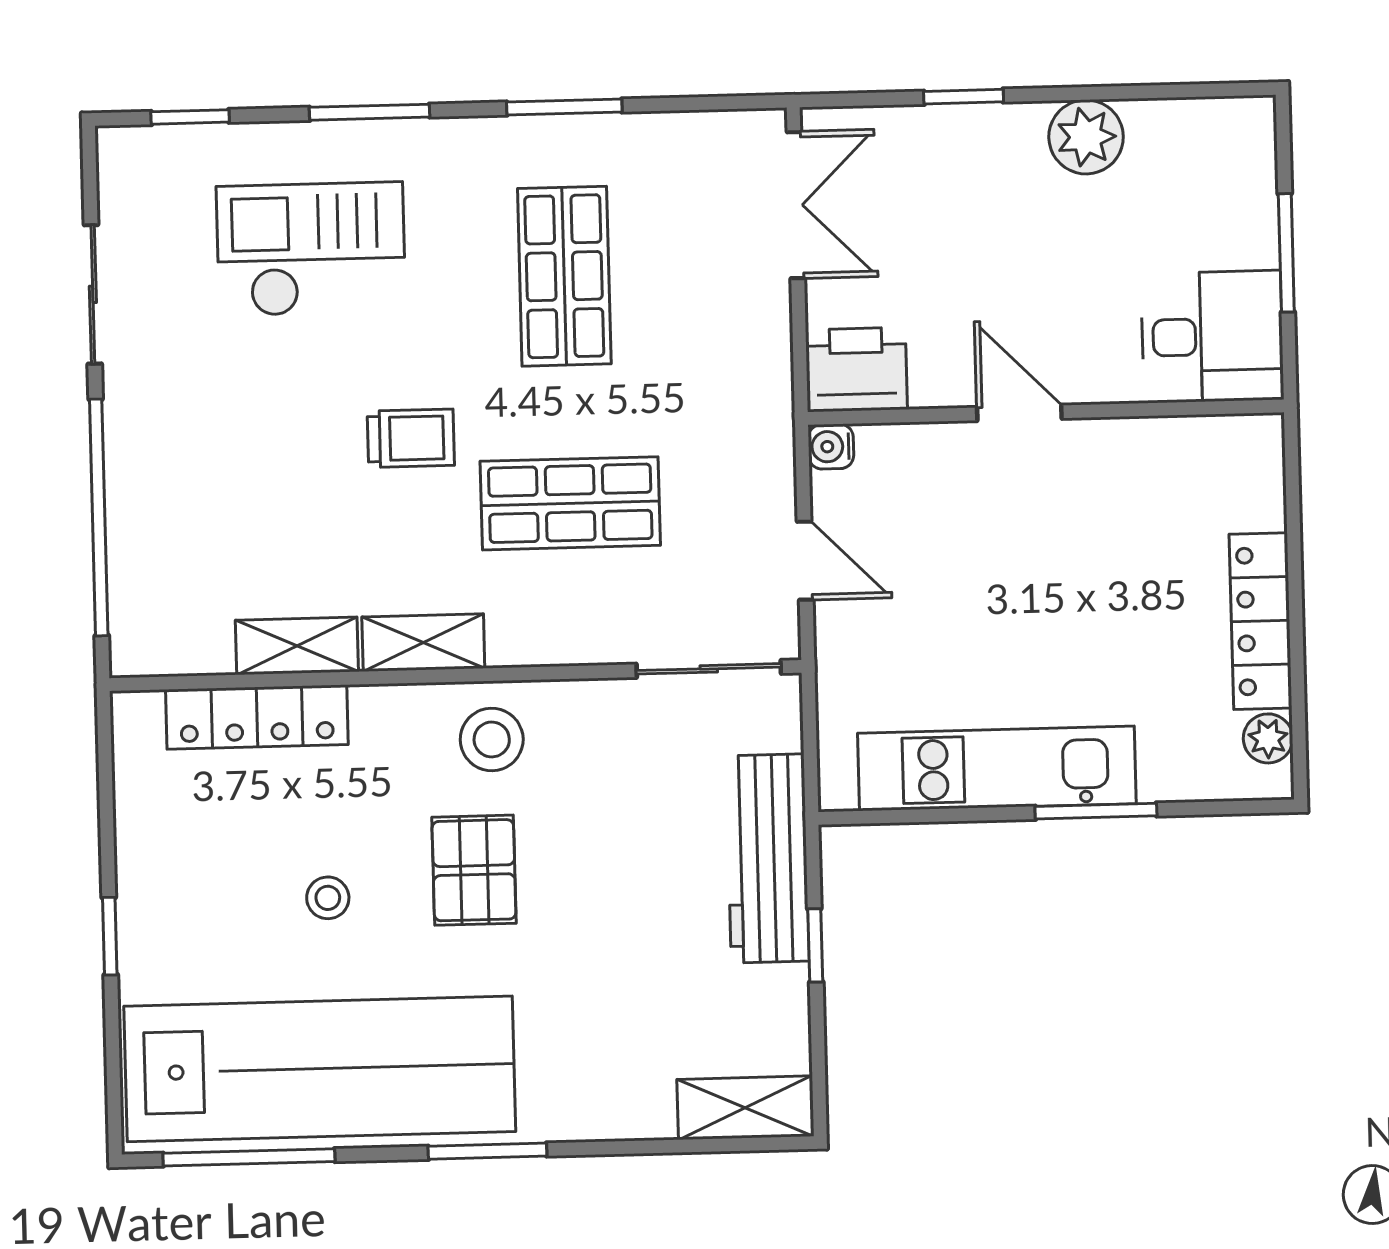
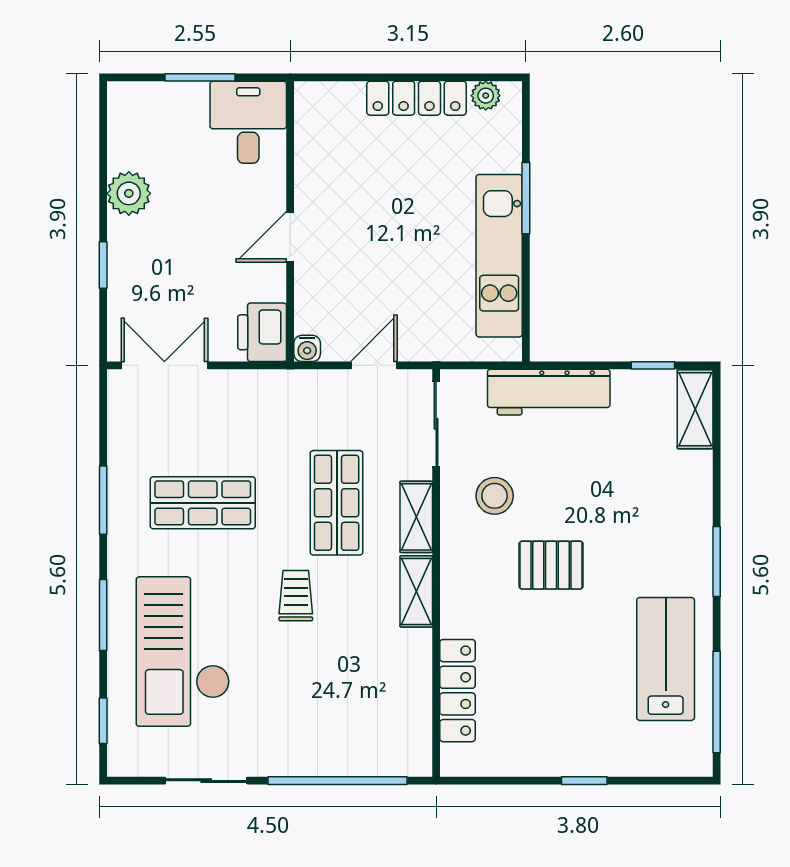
checkout: (311, 249) -> (183, 652), width x1.36, depth x1.21
shelving: (297, 646) -> (416, 517), moved
stool: (492, 739) -> (495, 496), moved
stool: (328, 898) -> (565, 652), removed
window: (815, 945) -> (653, 365), moved
lab bench: (320, 1069) -> (666, 659), width x0.54, depth x0.72

